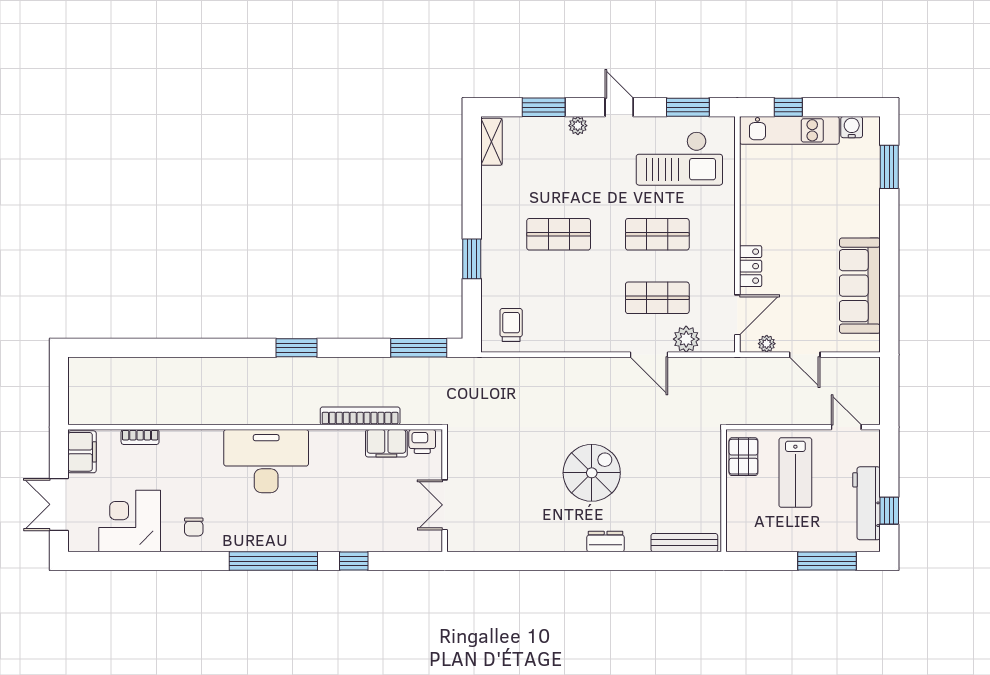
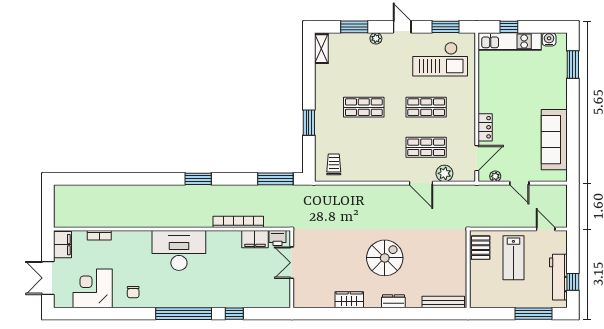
double door: (445, 505) -> (292, 263), moved
wardrobe: (535, 539) -> (349, 300), added

